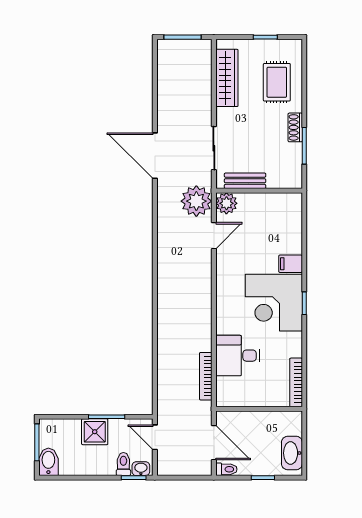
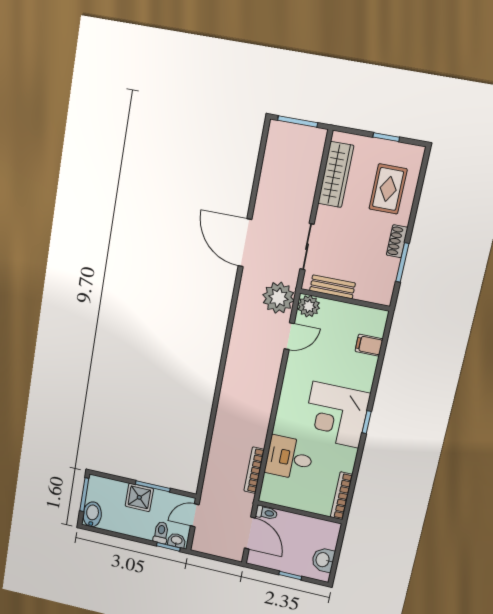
filing cabinet: (291, 264) -> (369, 345), moved
door: (155, 437) -> (195, 515), hinge flipped
washbasin: (292, 453) -> (323, 560), width x0.72
toilet: (226, 469) -> (266, 513), moved

